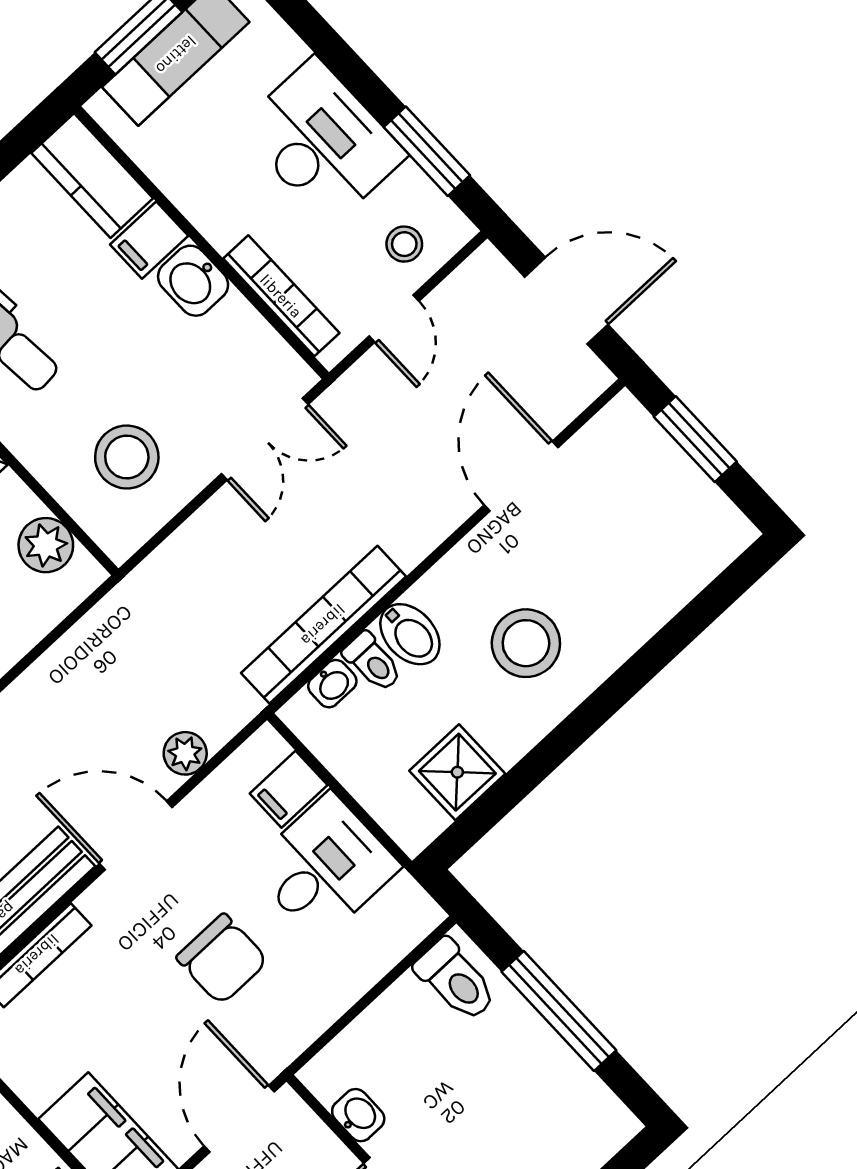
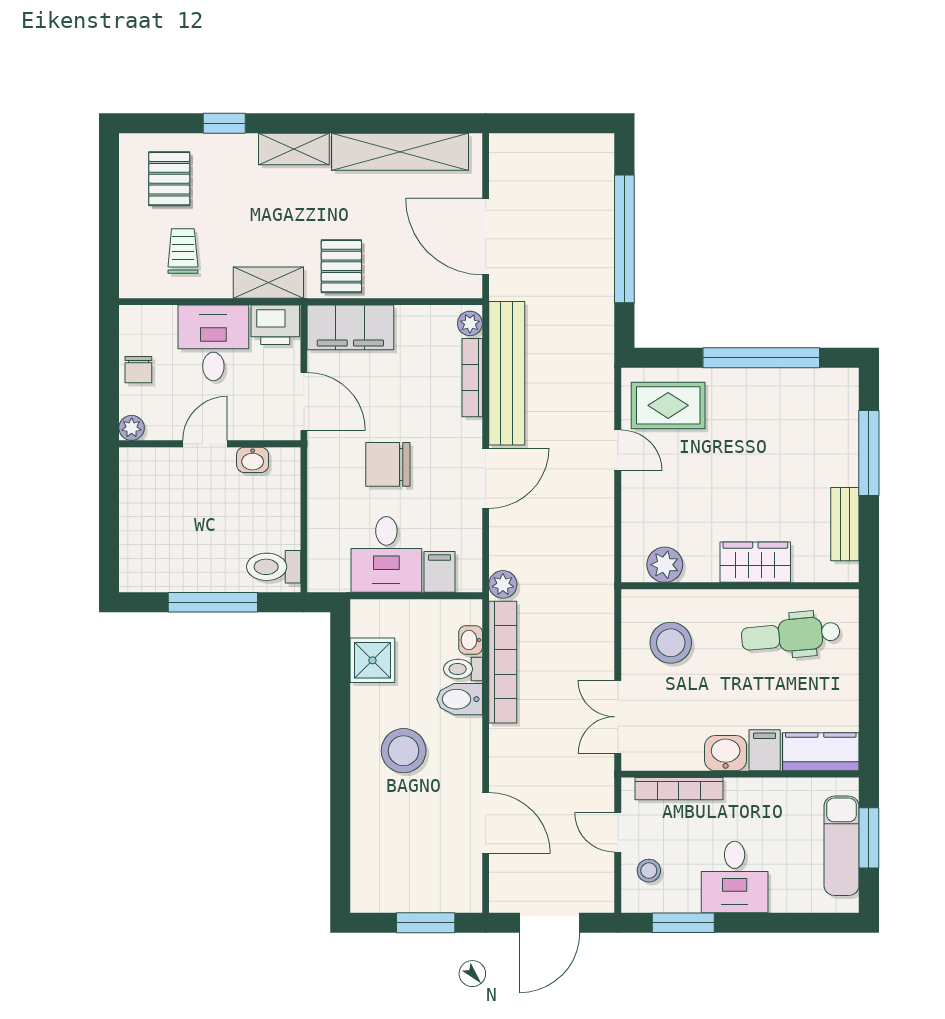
desk: (322, 142) -> (735, 877), width x0.73
plant: (185, 753) -> (503, 584), moved

